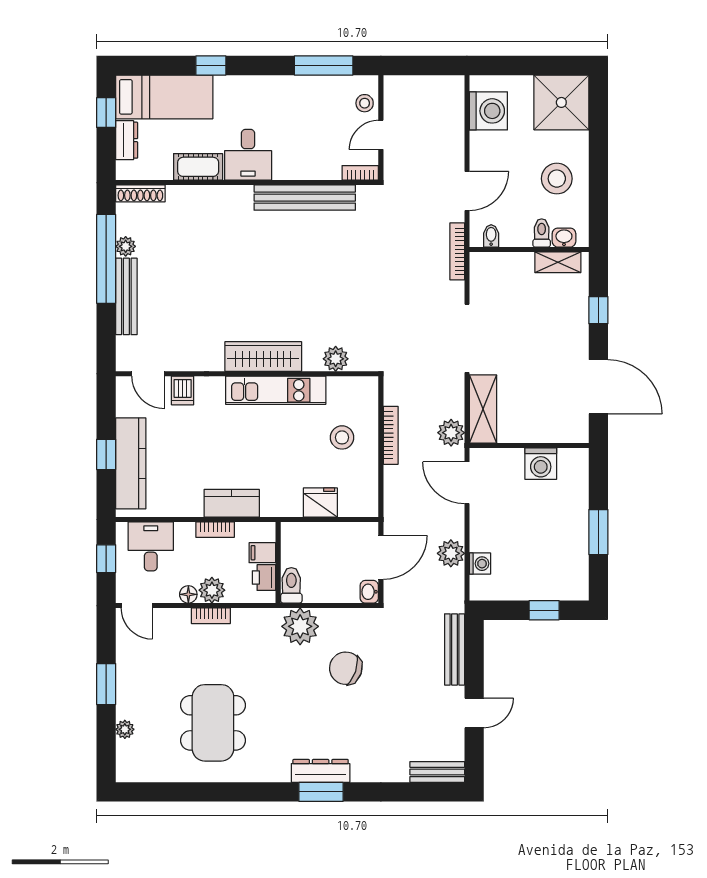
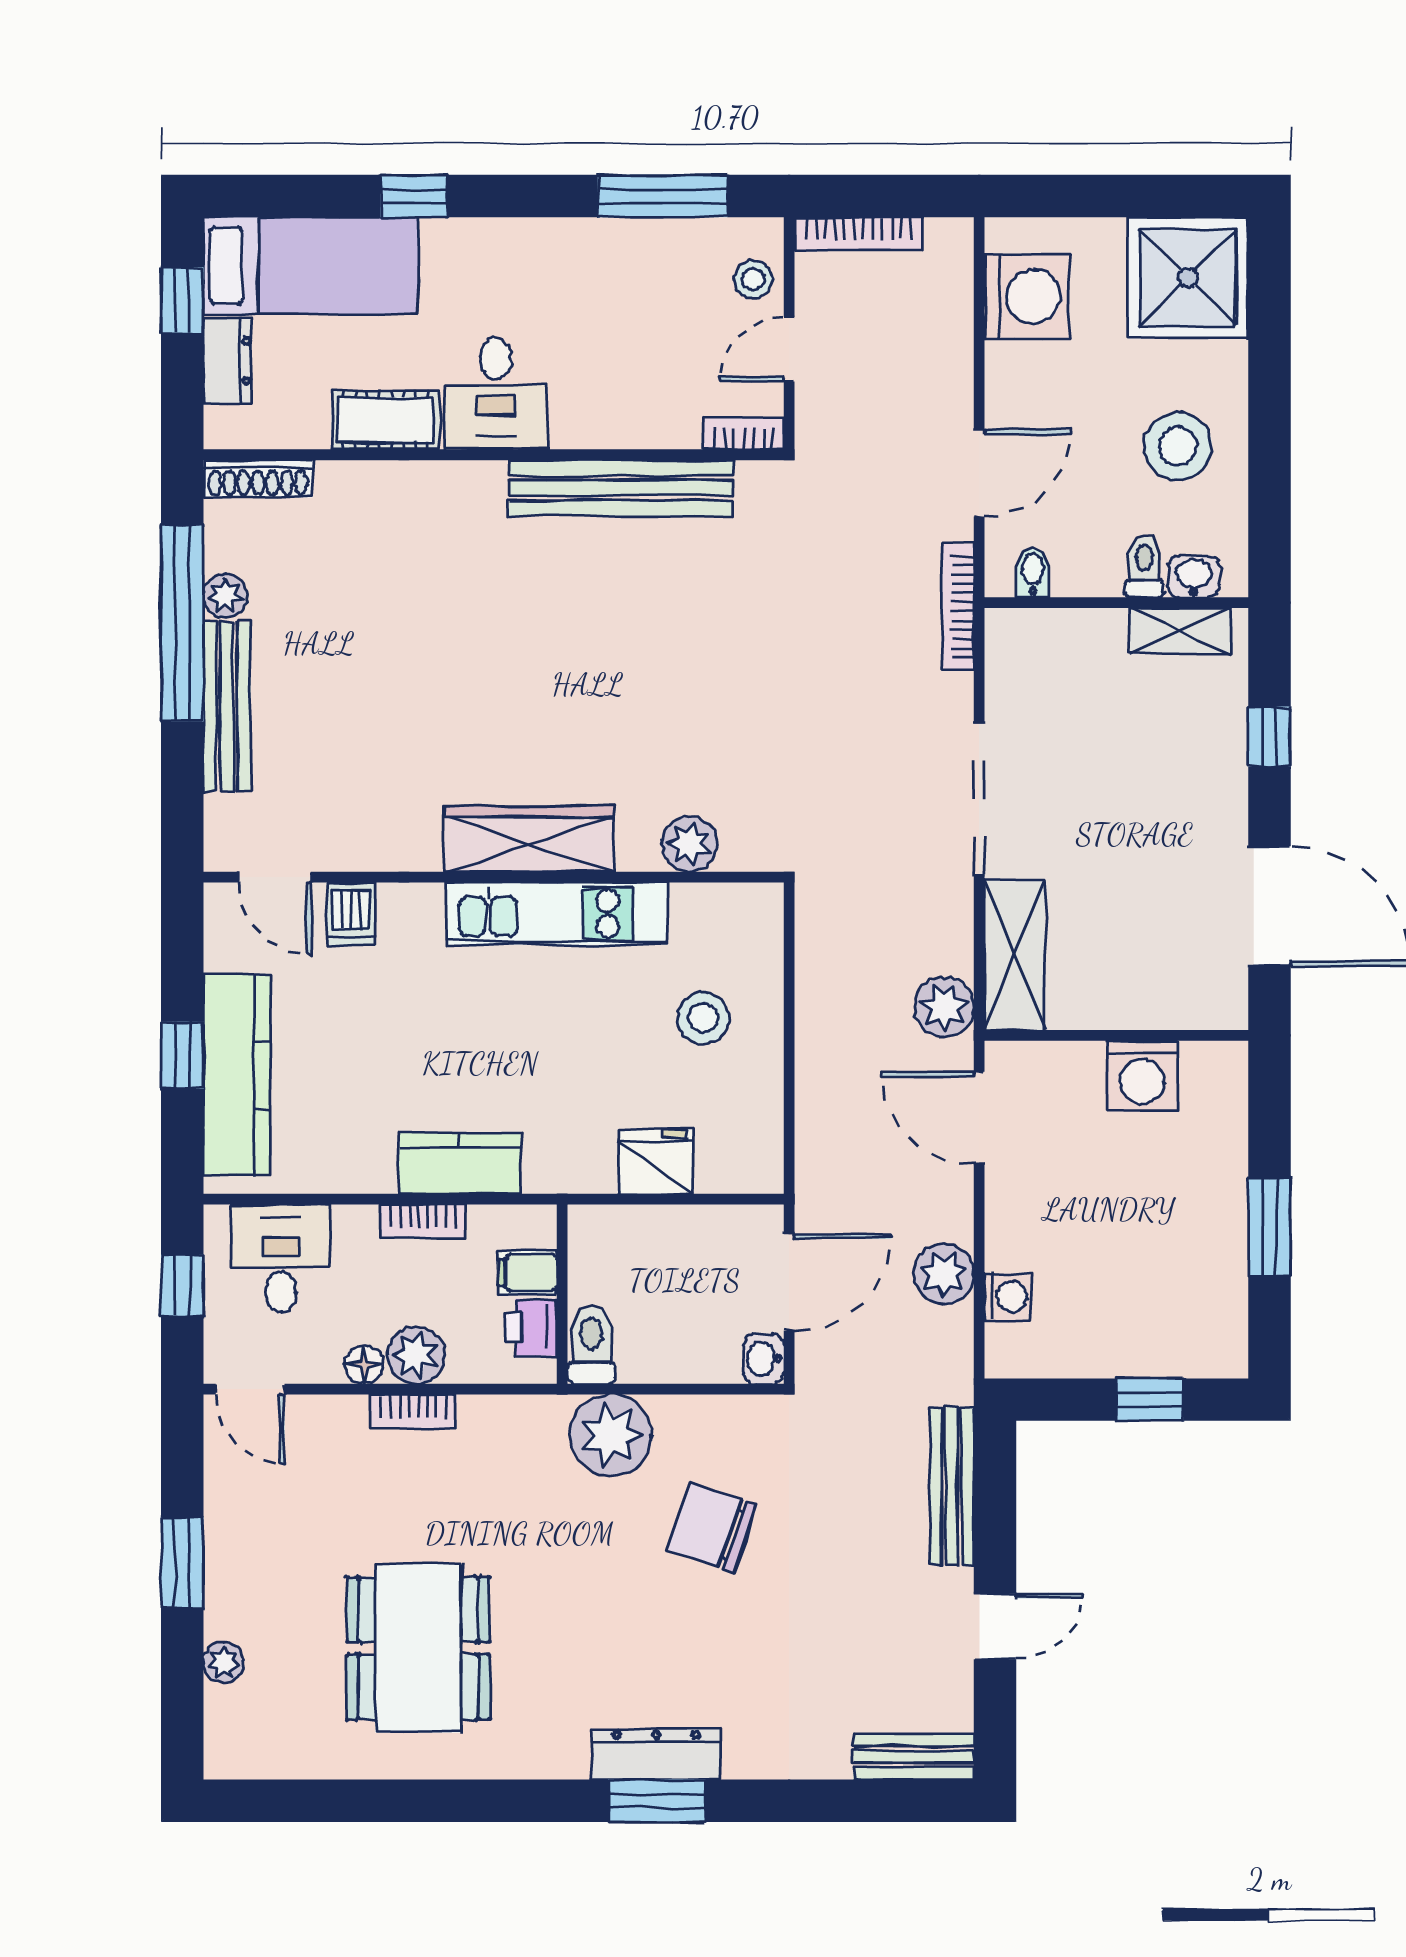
bookcase: (391, 435) -> (859, 234), moved, turned 90

